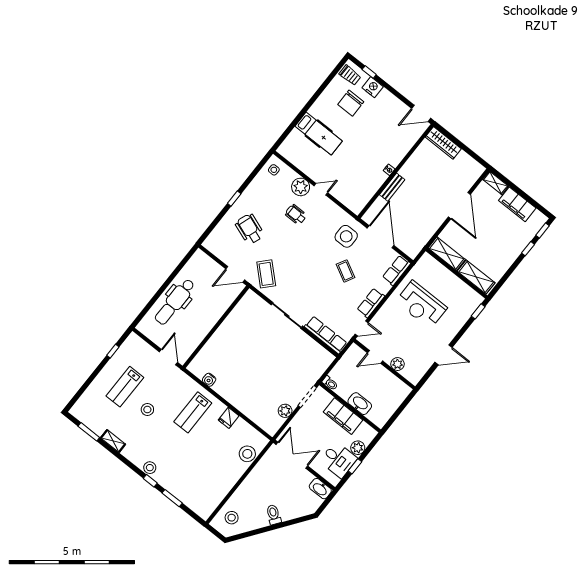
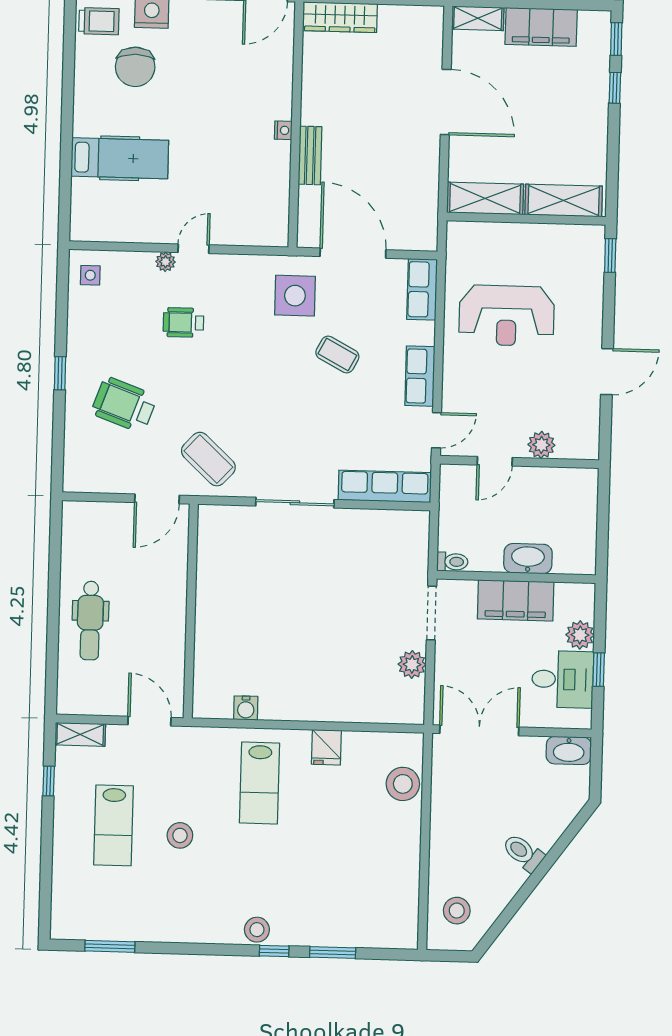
plant: (301, 187) -> (166, 262), width x0.53, depth x0.53
dental chair: (175, 302) -> (90, 621), width x0.73, depth x0.72
shelving: (113, 441) -> (80, 734), moved

